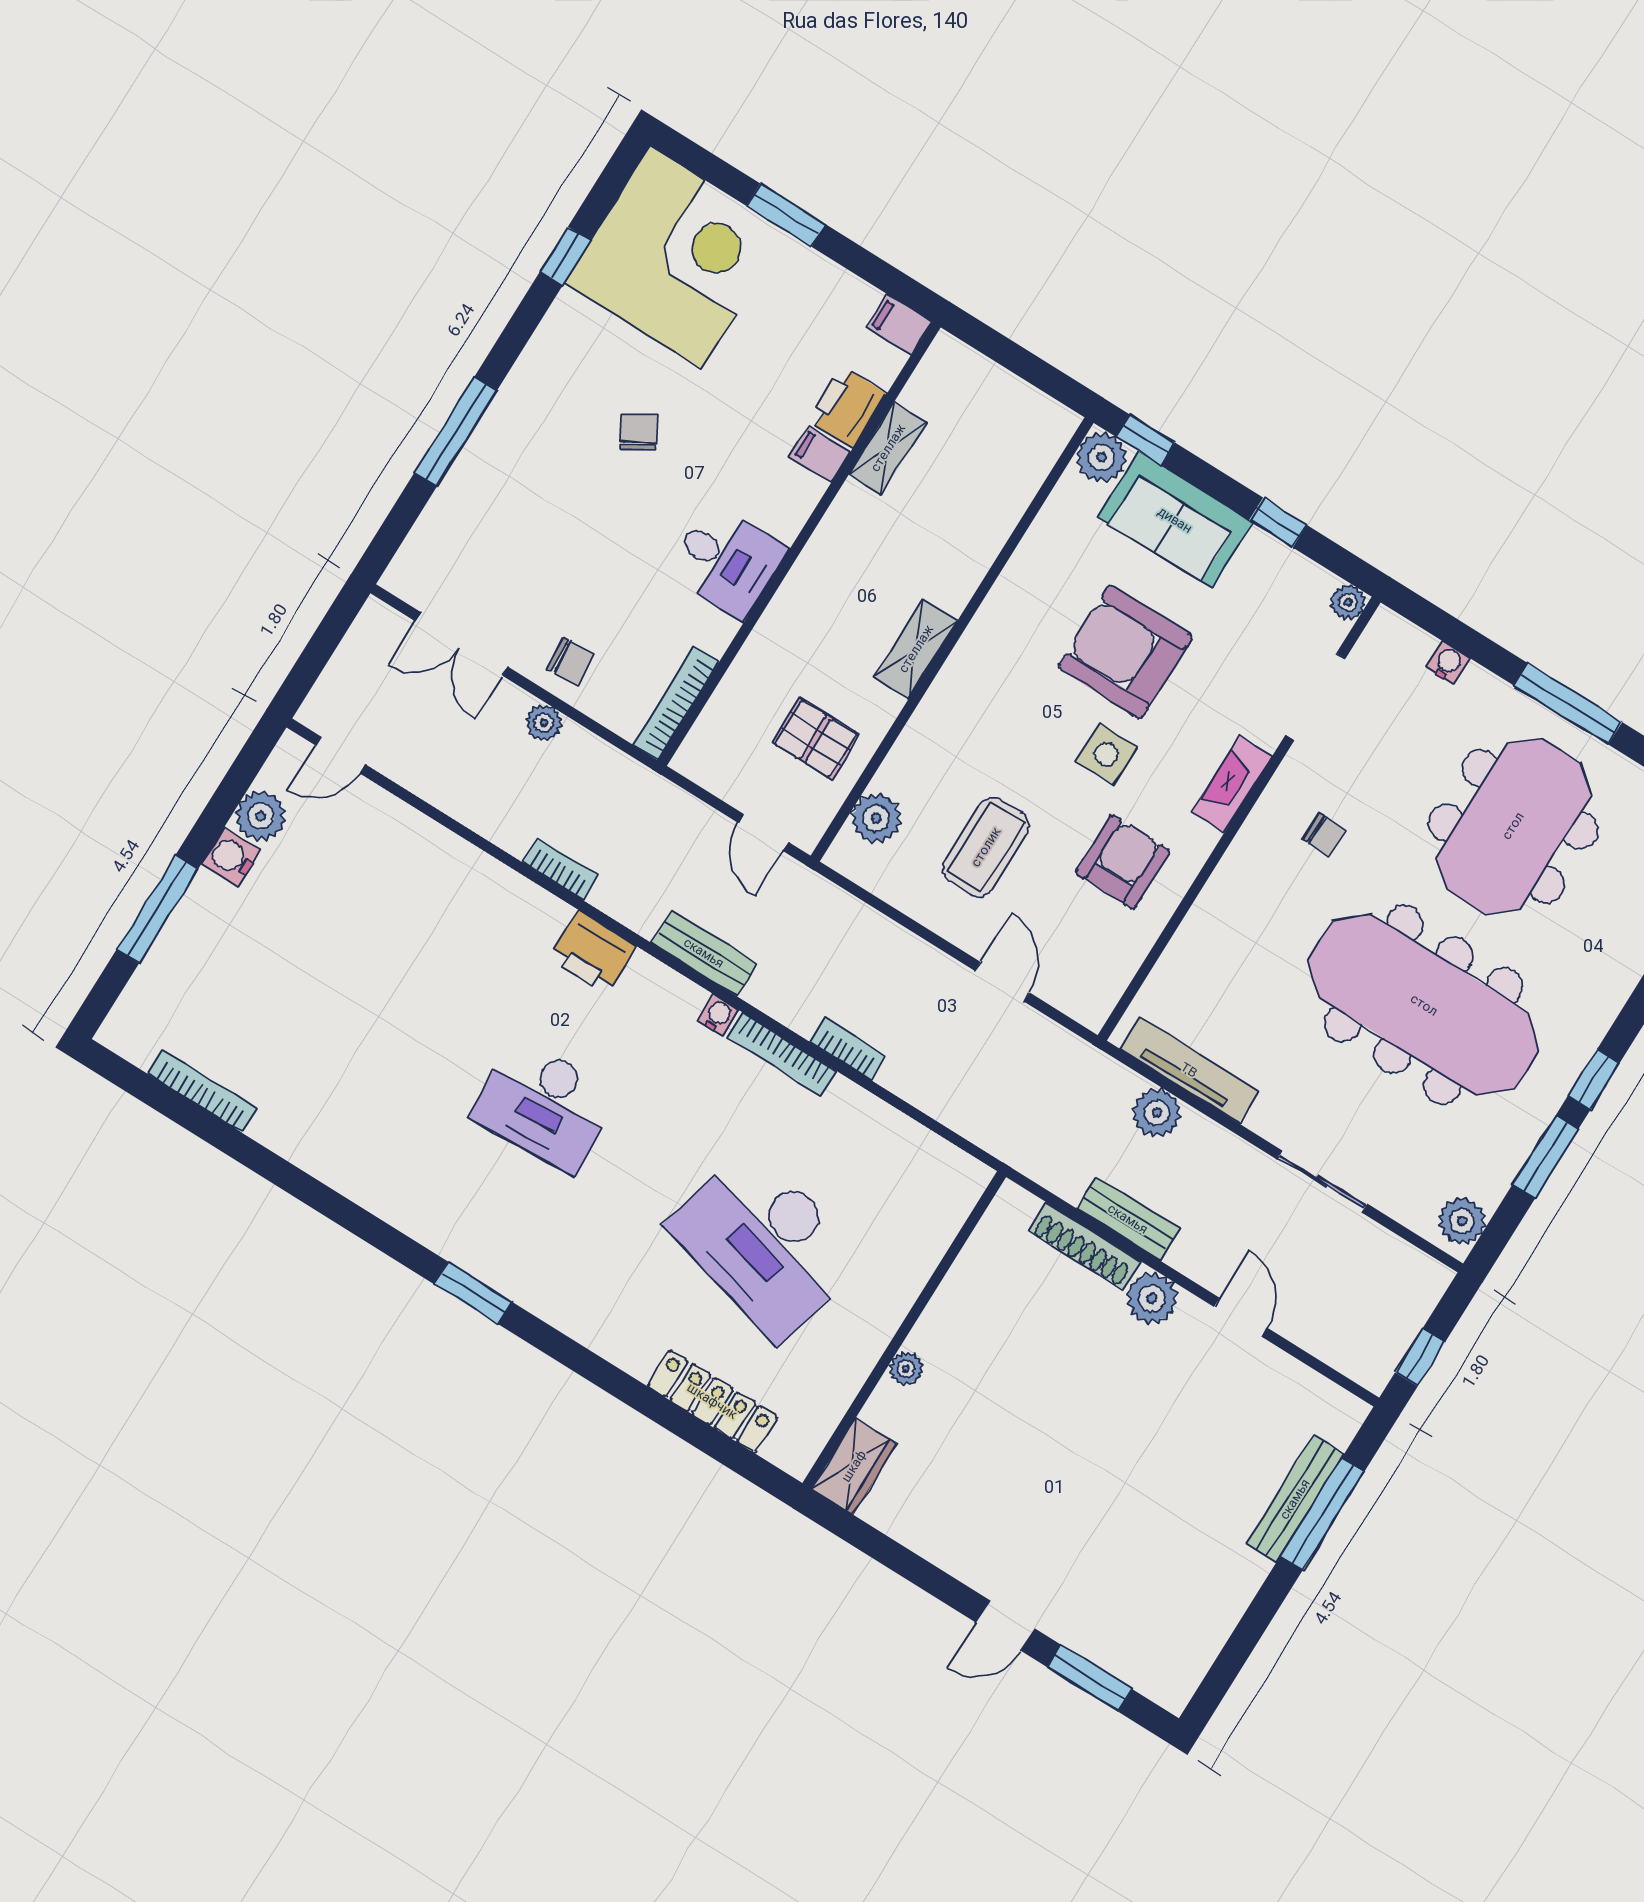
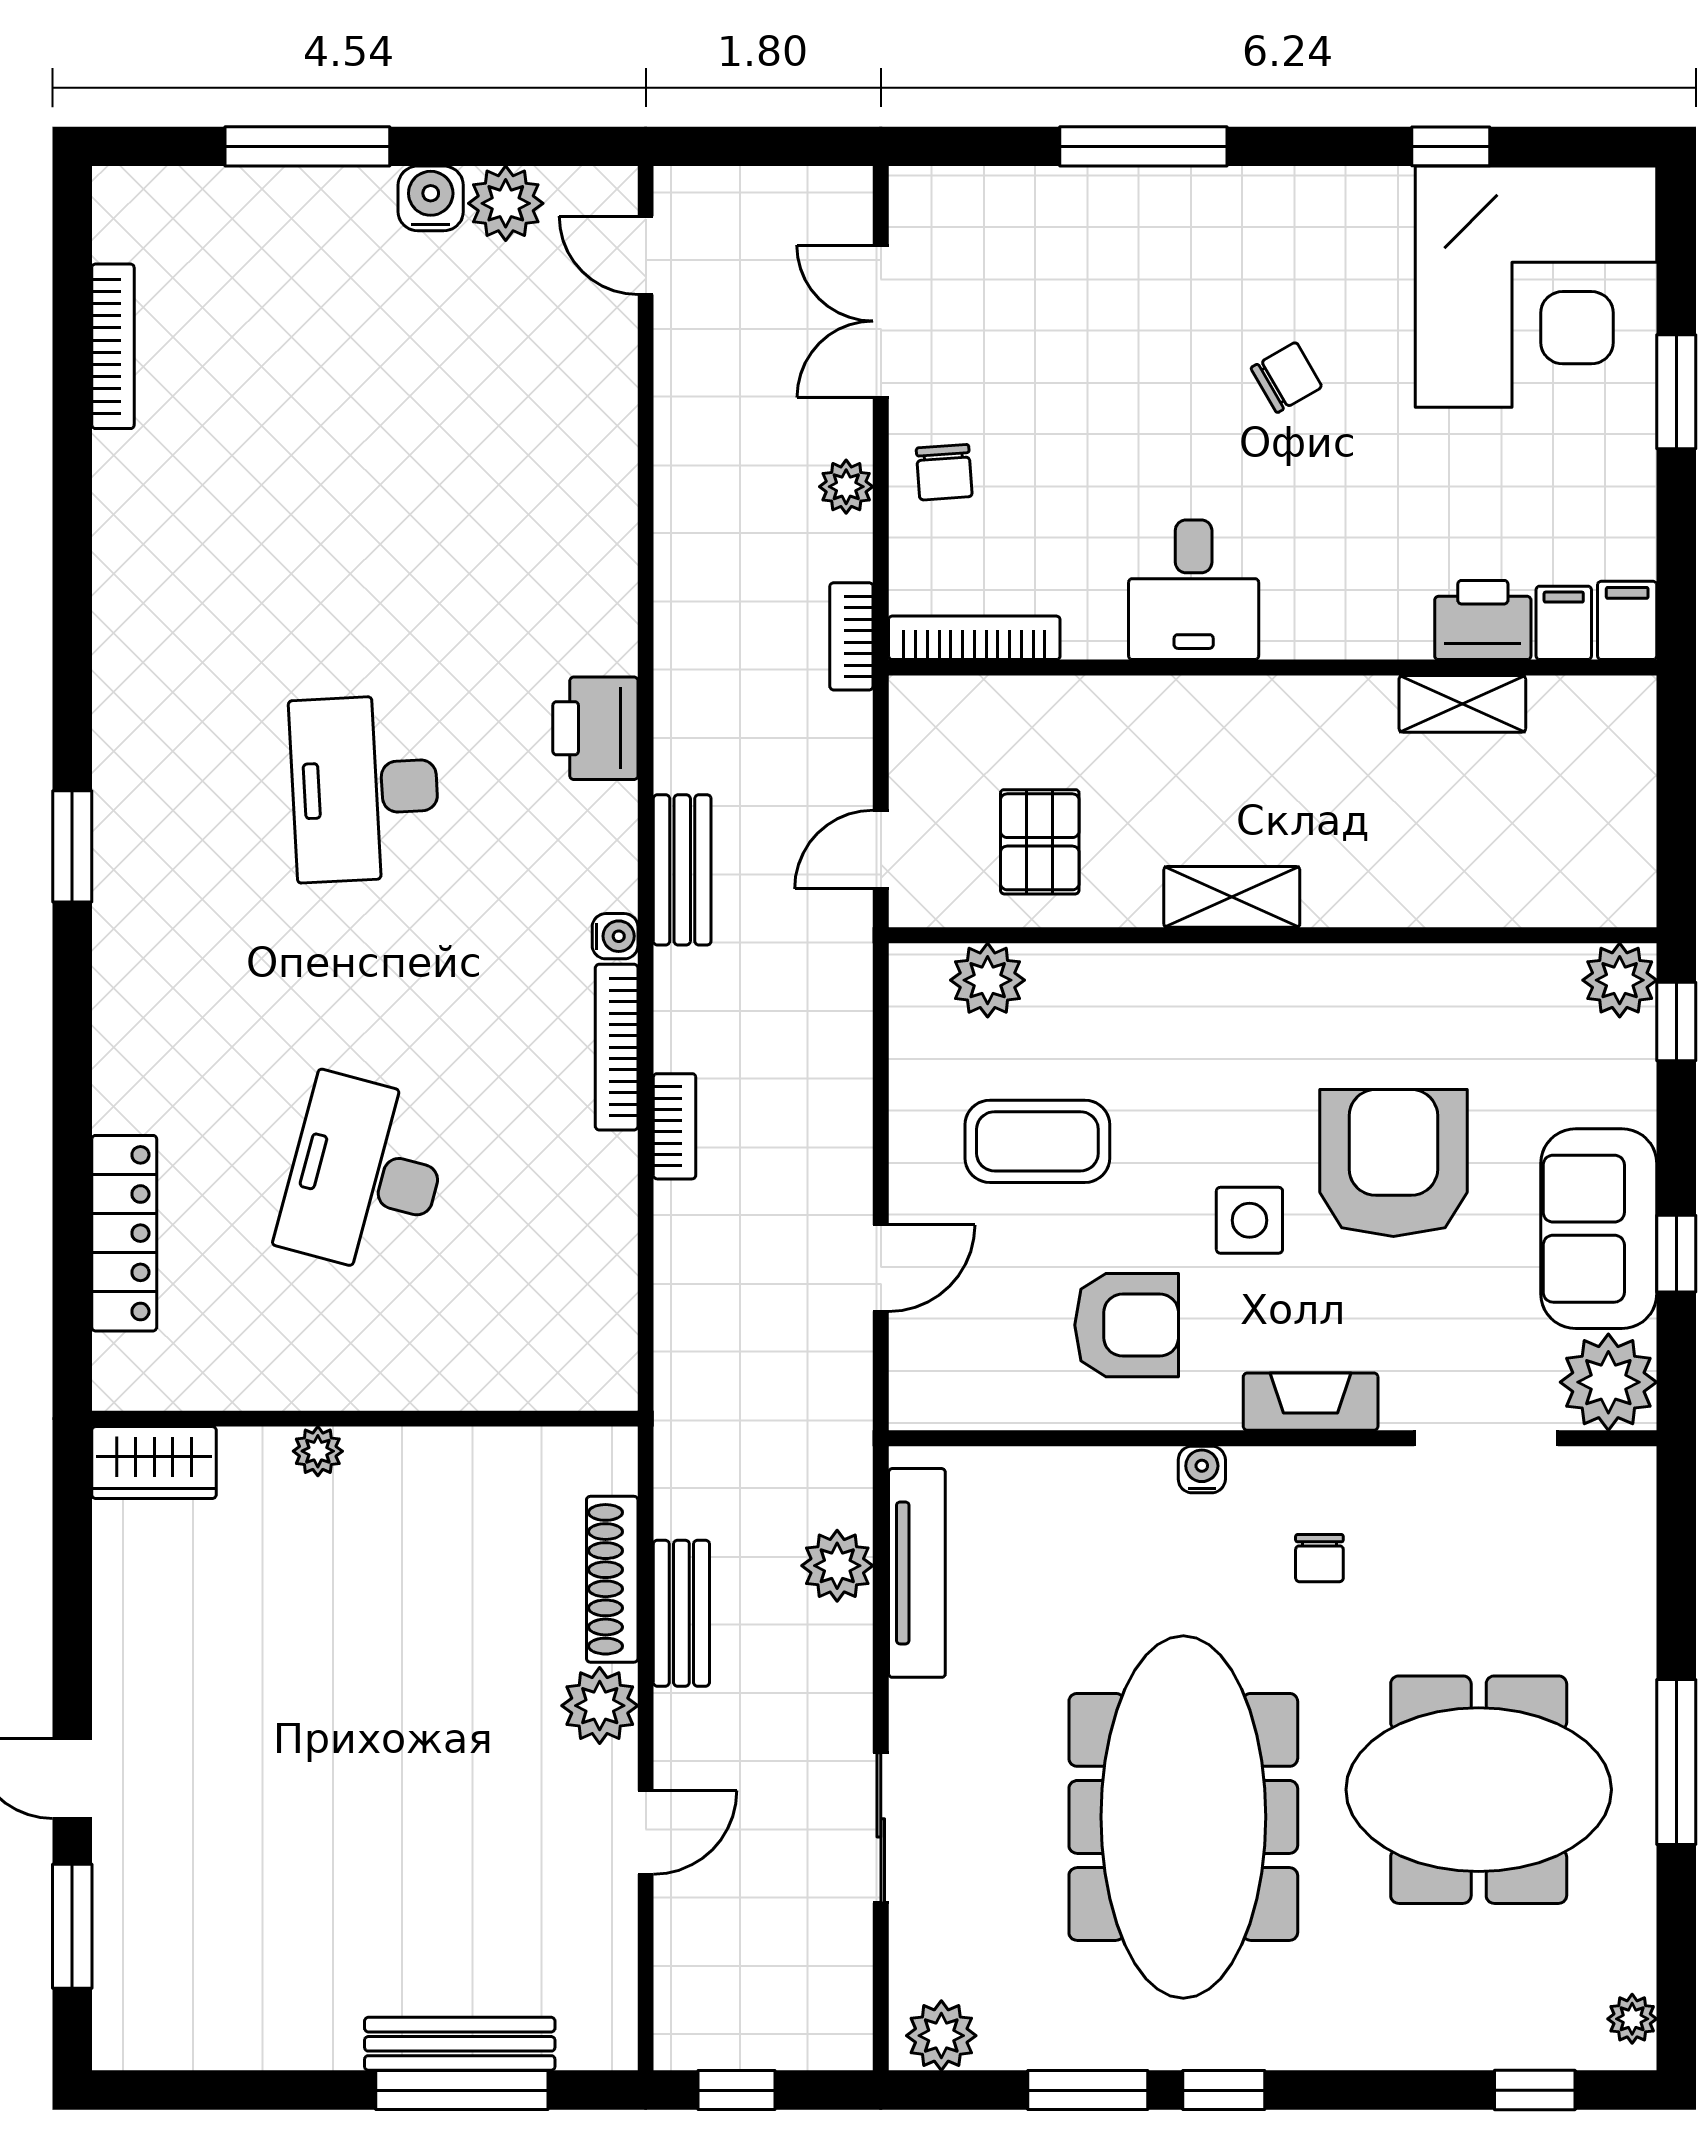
filing cabinet: (820, 454) -> (1564, 623), moved
sofa: (1175, 520) -> (1599, 1229), moved
plant: (1348, 602) -> (1608, 1382), width x1.87, depth x1.87
water cooler: (1448, 663) -> (1202, 1470), moved, turned -90
bookcase: (560, 869) -> (851, 636), moved, turned 180
desk: (765, 1243) -> (365, 1175), width x0.73, depth x0.77

